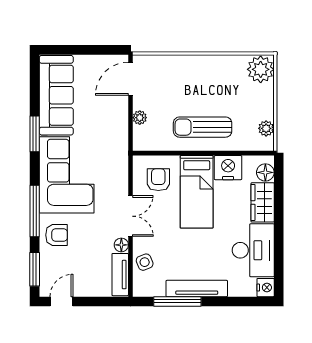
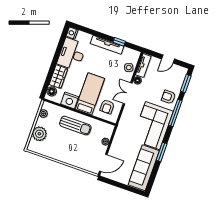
plant: (261, 69) -> (39, 134), moved
door: (61, 301) -> (168, 59), moved
window: (177, 301) -> (119, 42), width x0.46

